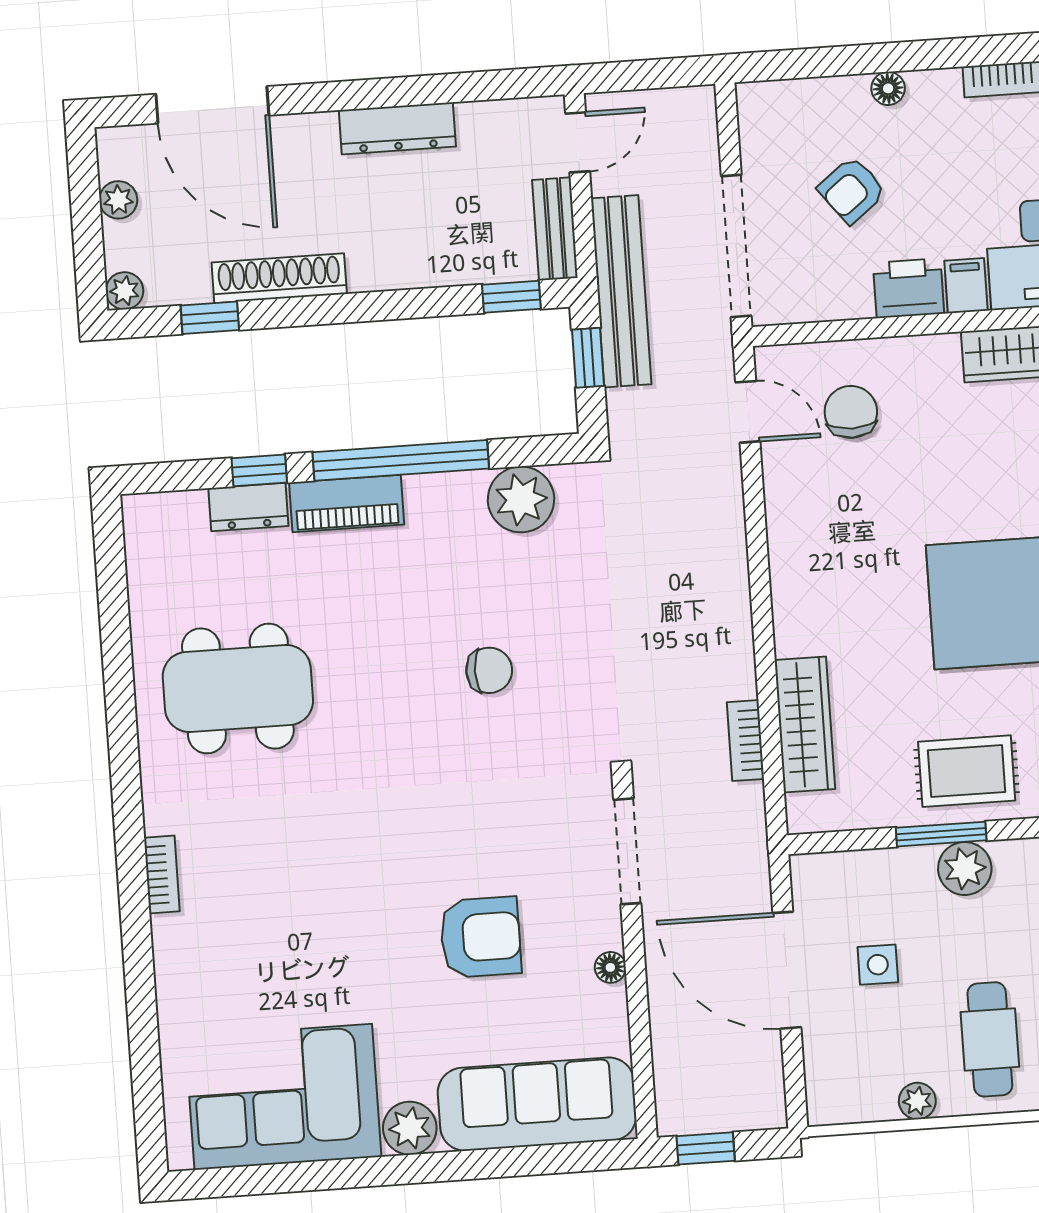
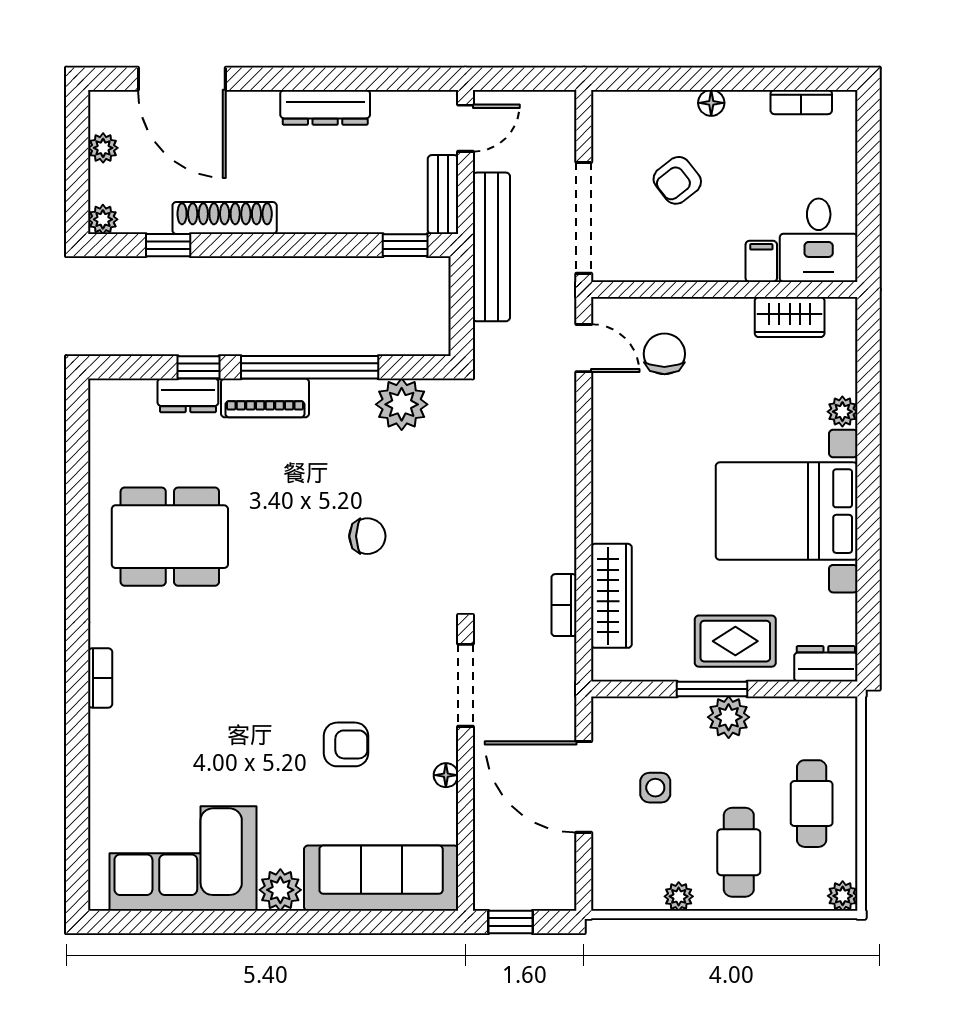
printer: (909, 288) -> (716, 260), removed
window: (588, 358) -> (462, 297), removed
armchair: (481, 937) -> (346, 744), width x0.72, depth x0.72

